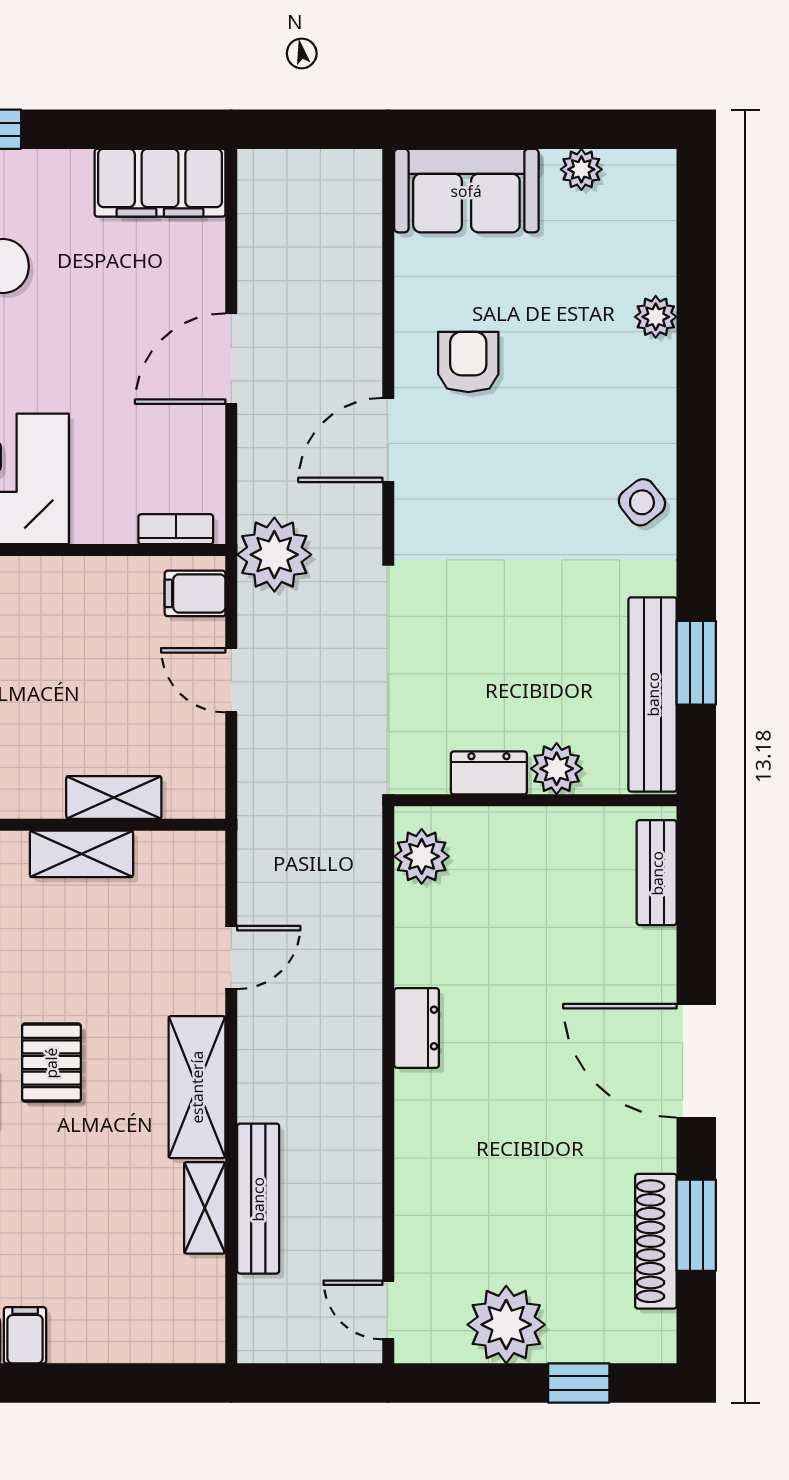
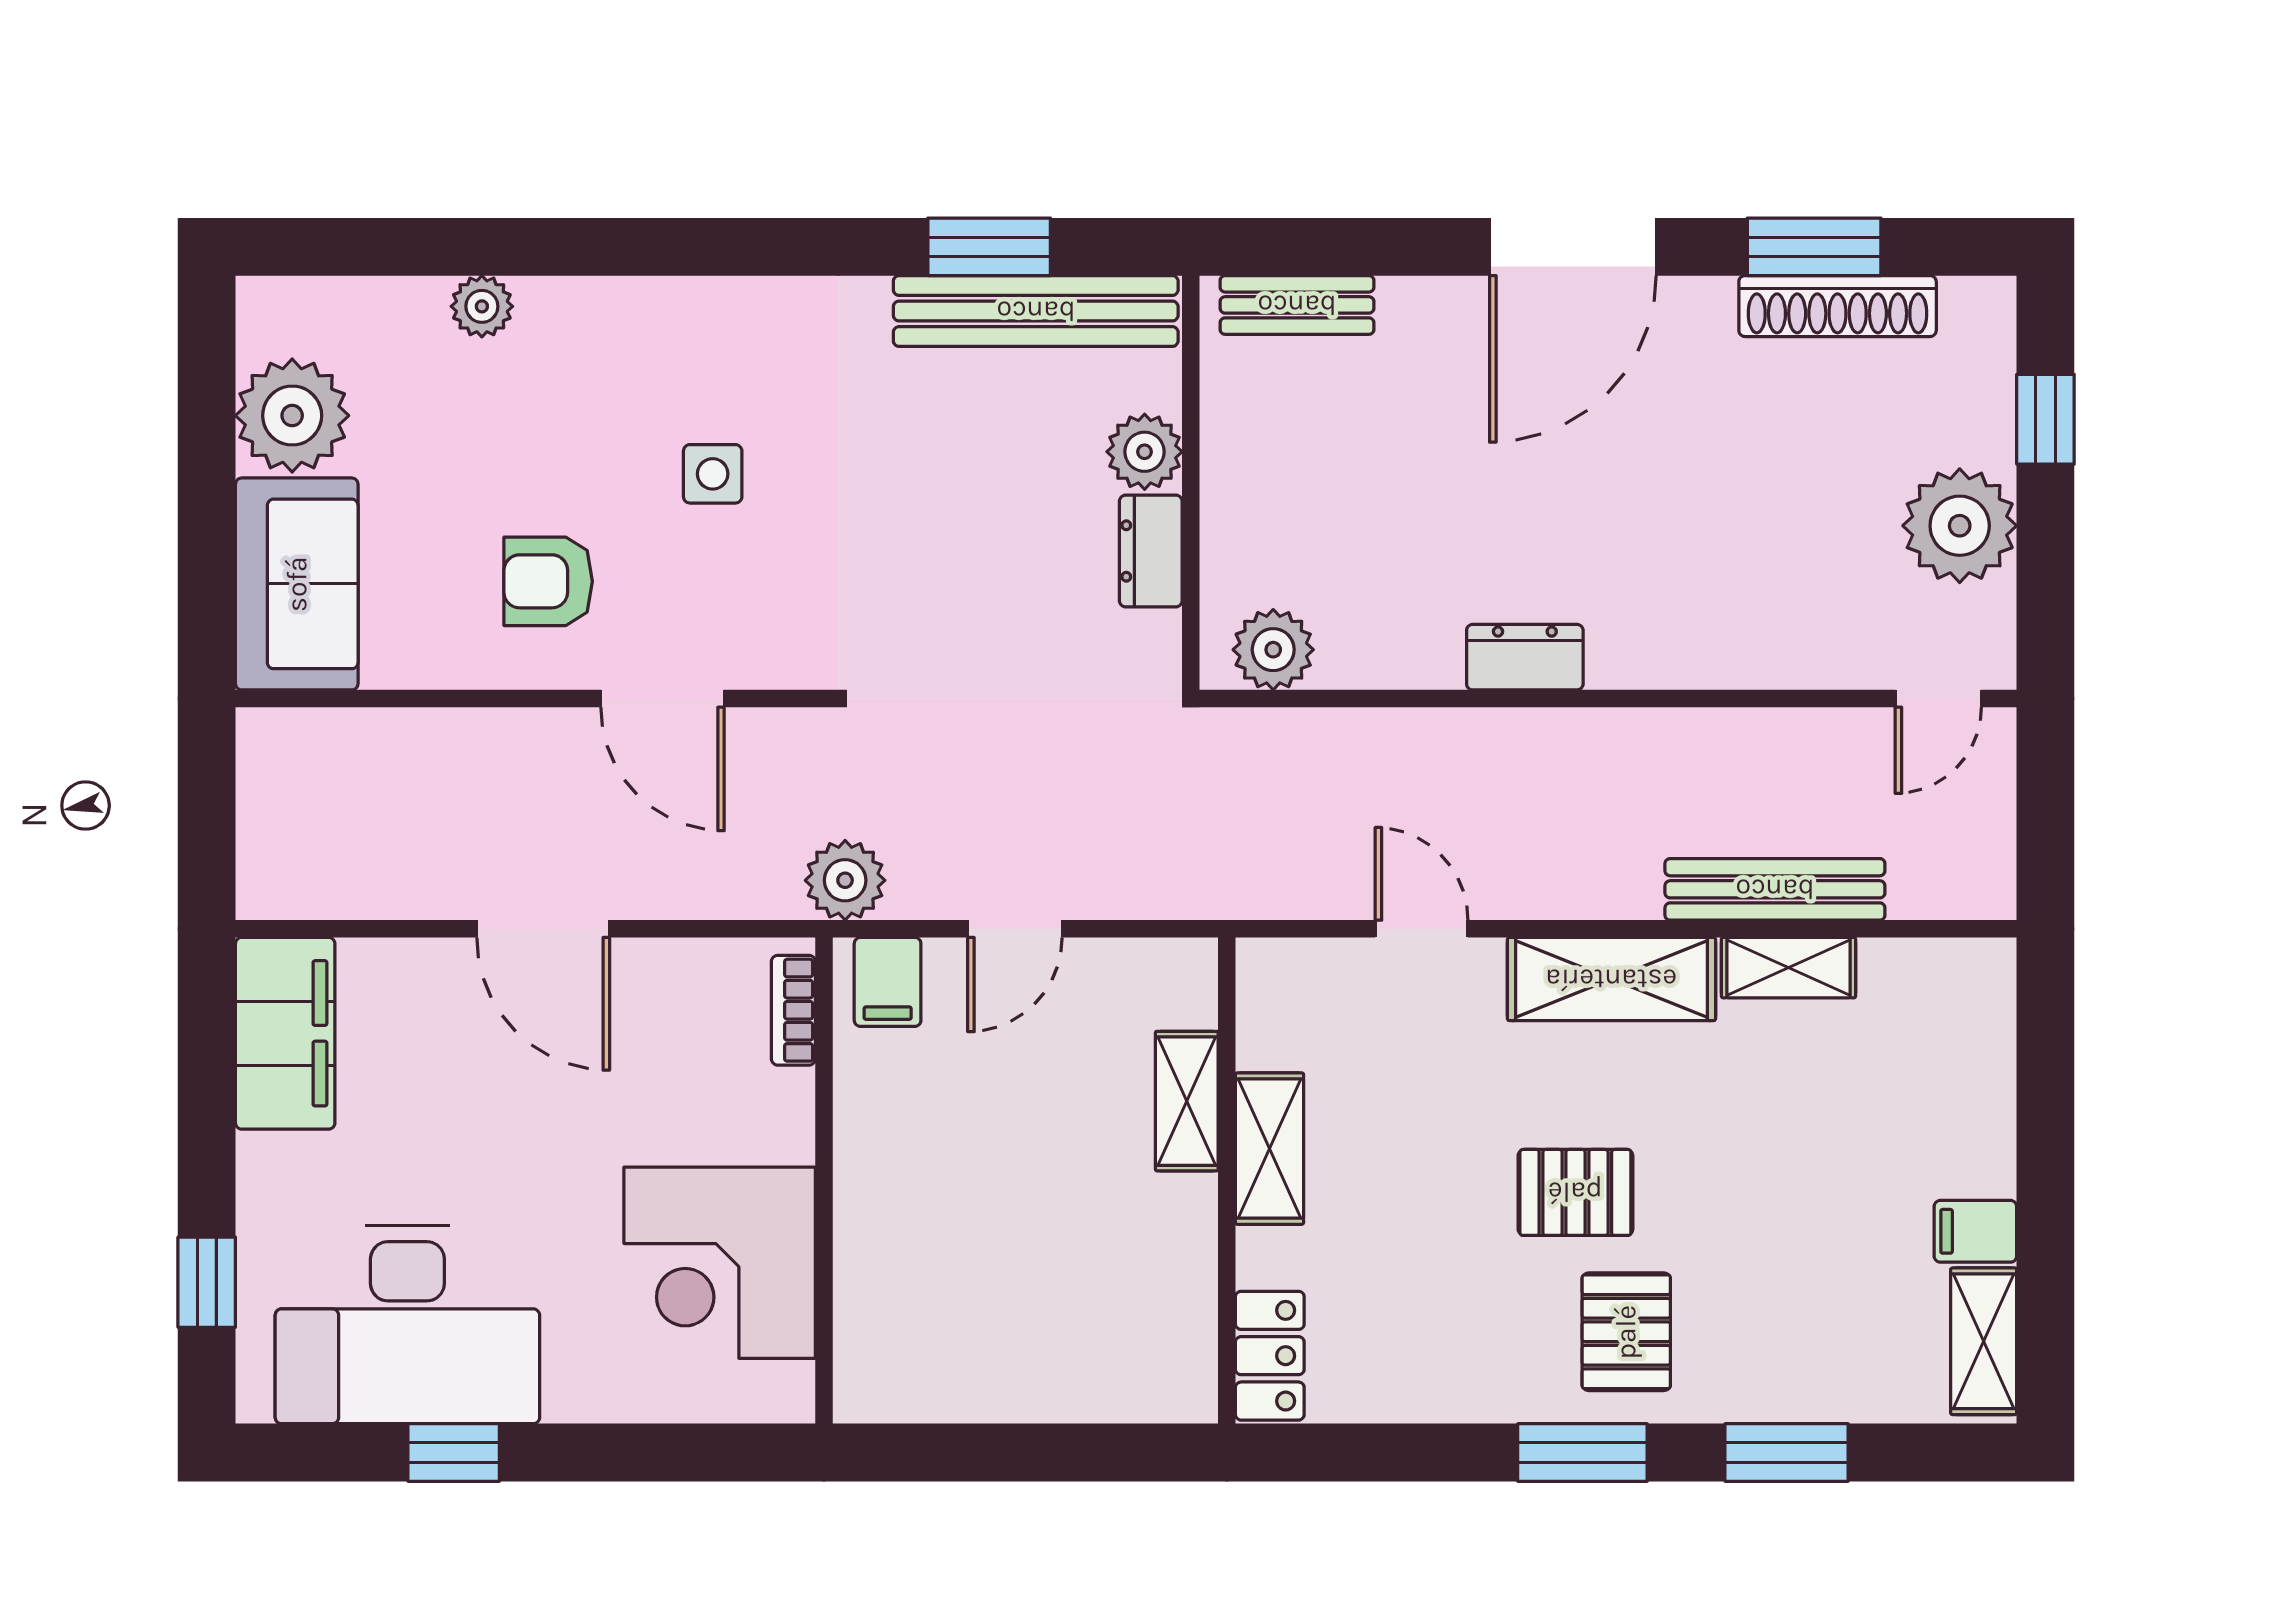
plant: (581, 169) -> (292, 416), width x1.87, depth x1.87
side table: (642, 502) -> (713, 474), moved, turned 38
plant: (274, 555) -> (845, 880), width x0.73, depth x0.73

